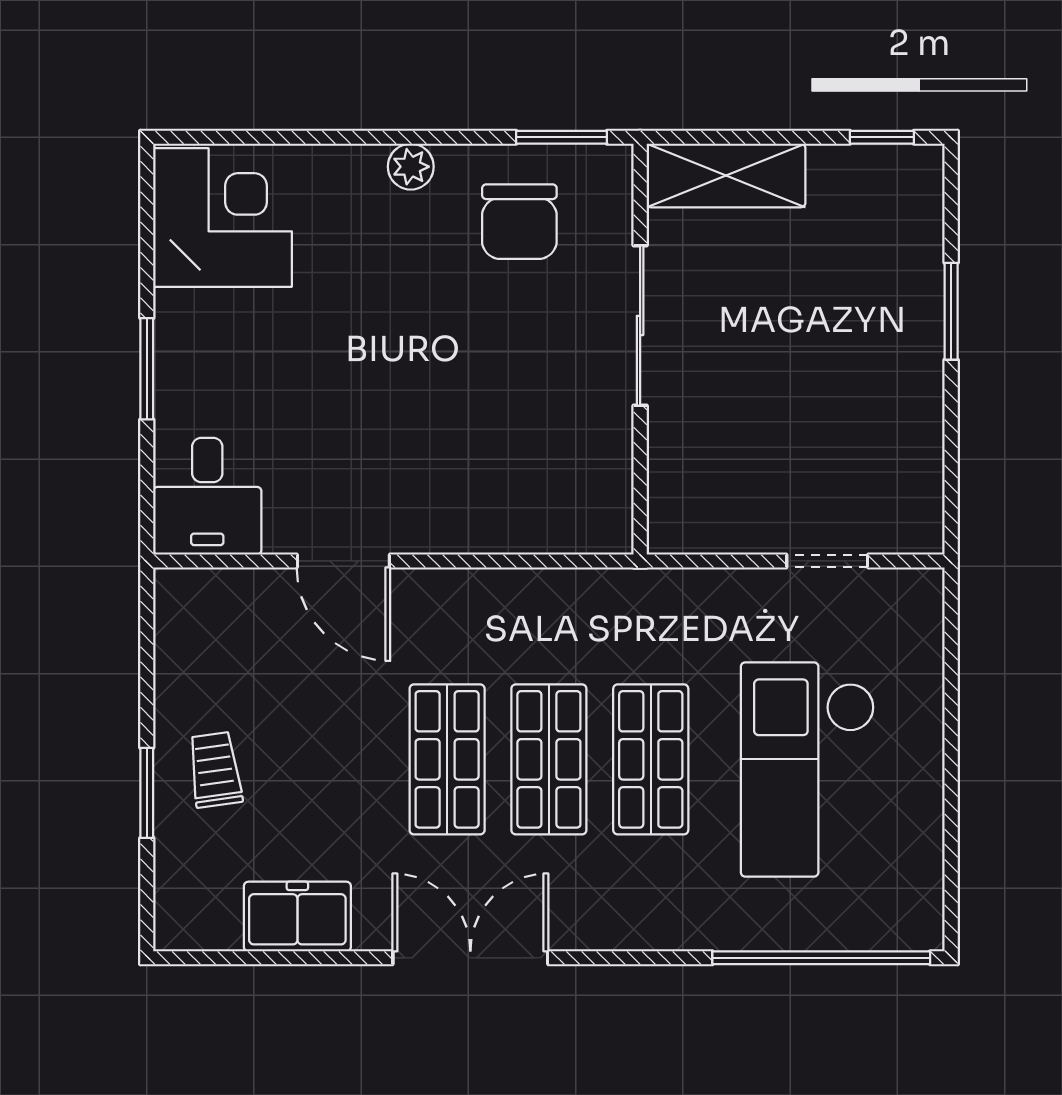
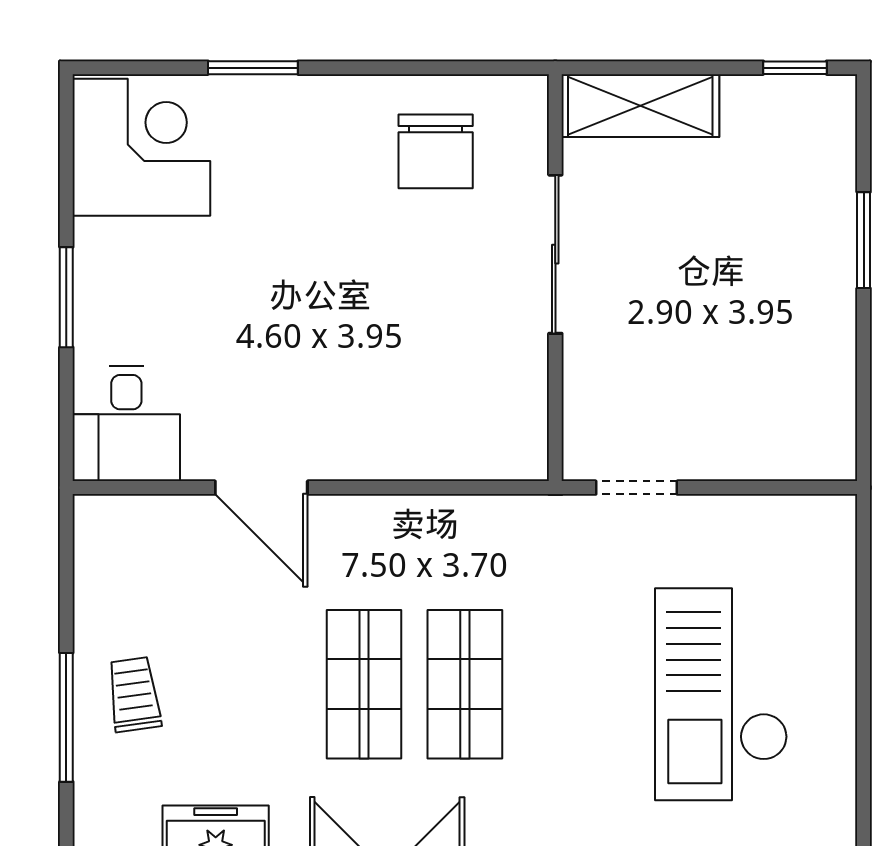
window: (561, 137) -> (253, 68), moved
plant: (411, 167) -> (328, 97), removed
doorway: (827, 561) -> (637, 488), moved
shop shelf: (651, 759) -> (566, 684), removed
window: (147, 793) -> (66, 717), width x1.44

